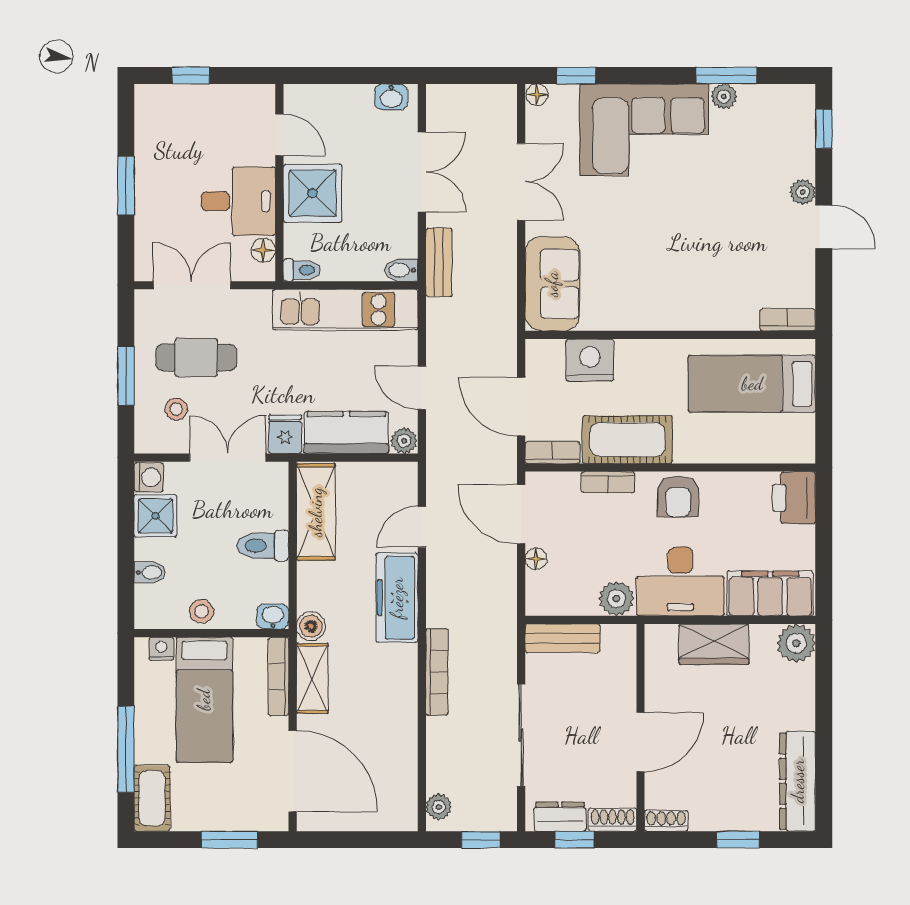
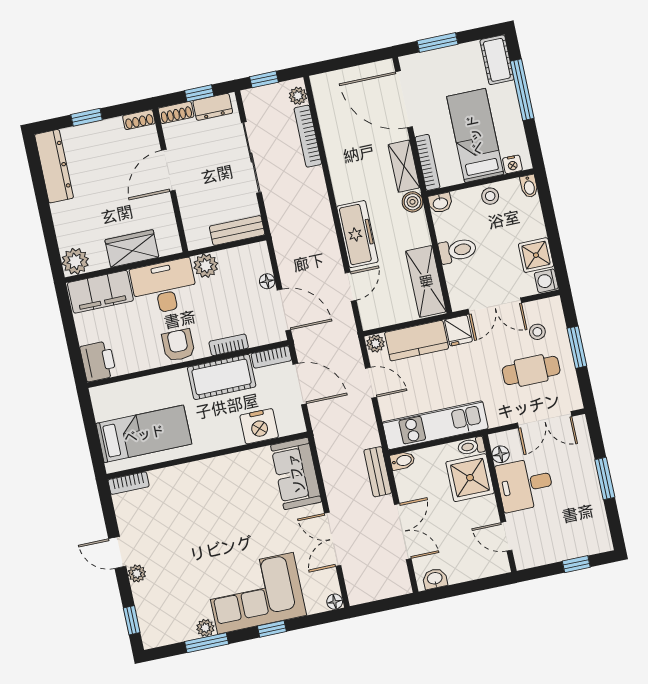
window: (576, 76) -> (272, 629), moved
double door: (422, 172) -> (403, 531), swing flipped
shower: (313, 193) -> (470, 478), moved
bidet: (150, 572) -> (529, 186), moved, turned -90
bookcase: (437, 672) -> (308, 136), moved

